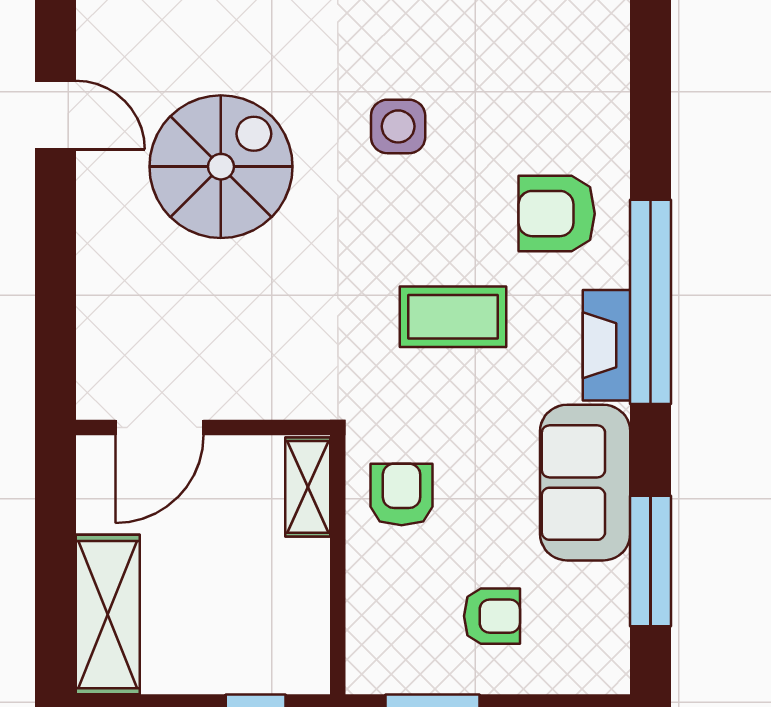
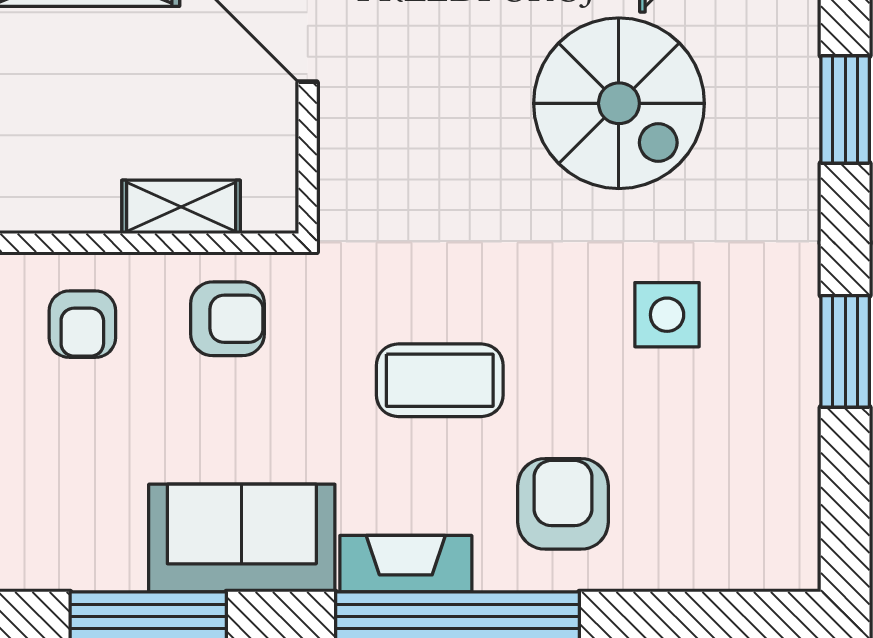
coffee table: (453, 317) -> (440, 380), turned 90
shelving: (308, 487) -> (181, 207), moved
armchair: (492, 616) -> (82, 324), moved

